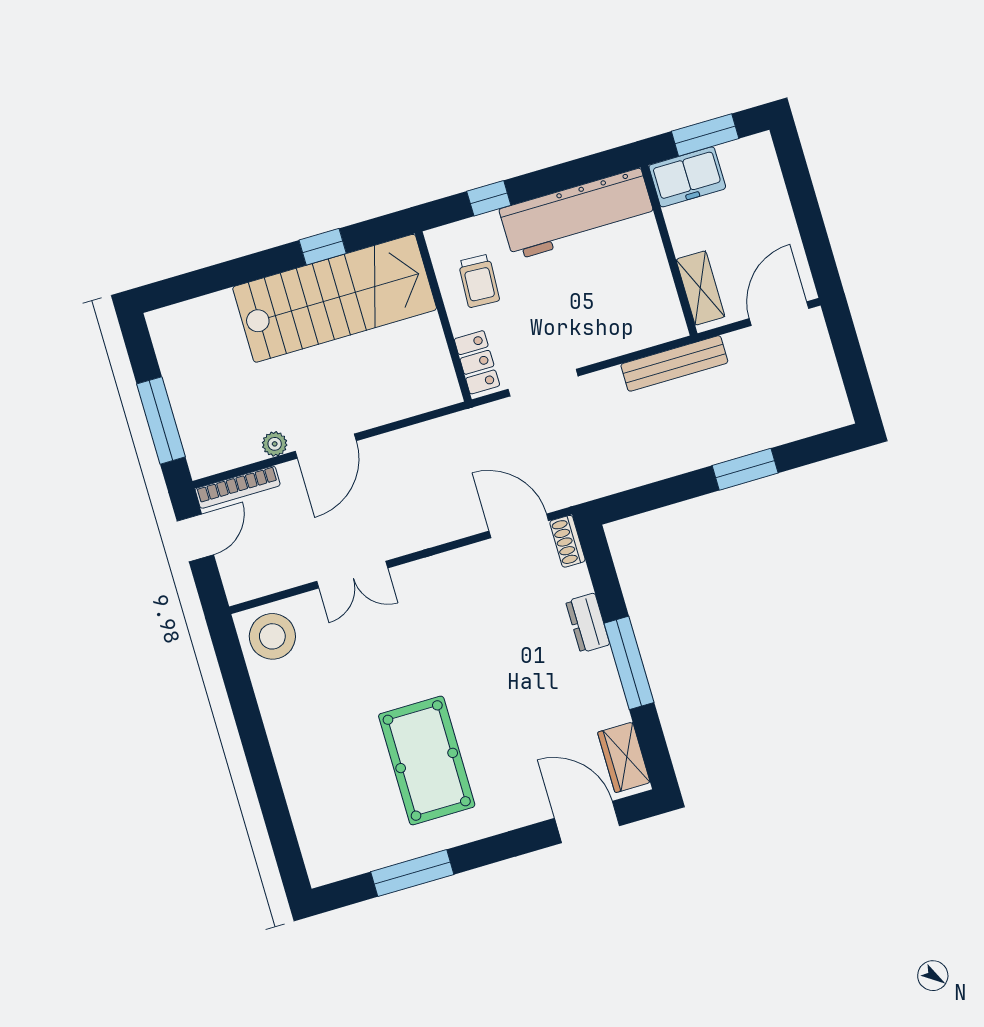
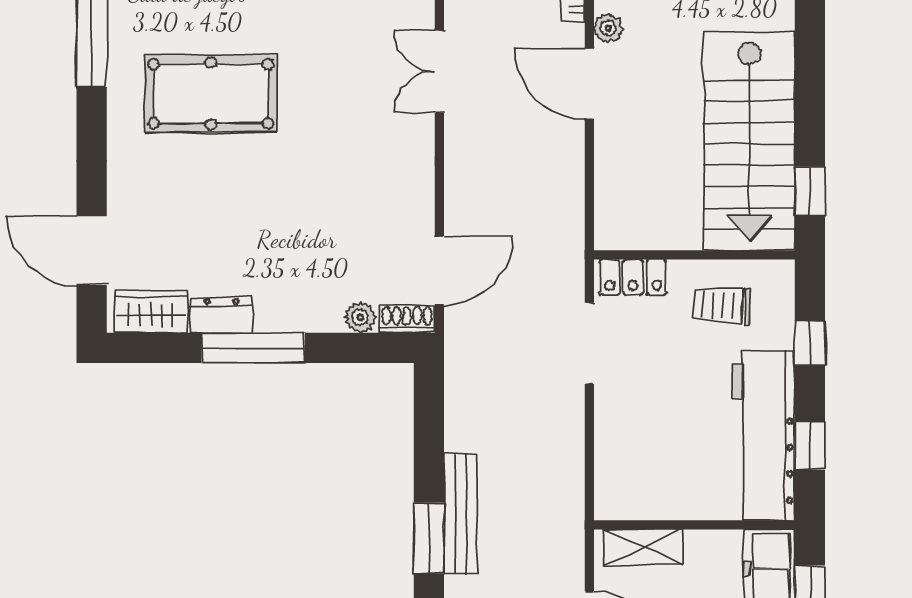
window: (575, 173) -> (810, 446), added
window: (323, 247) -> (810, 191), moved
bench: (674, 363) -> (461, 514), moved
plant: (577, 581) -> (360, 317), added
dresser: (588, 623) -> (221, 315), moved
door: (587, 822) -> (92, 250), swing flipped

